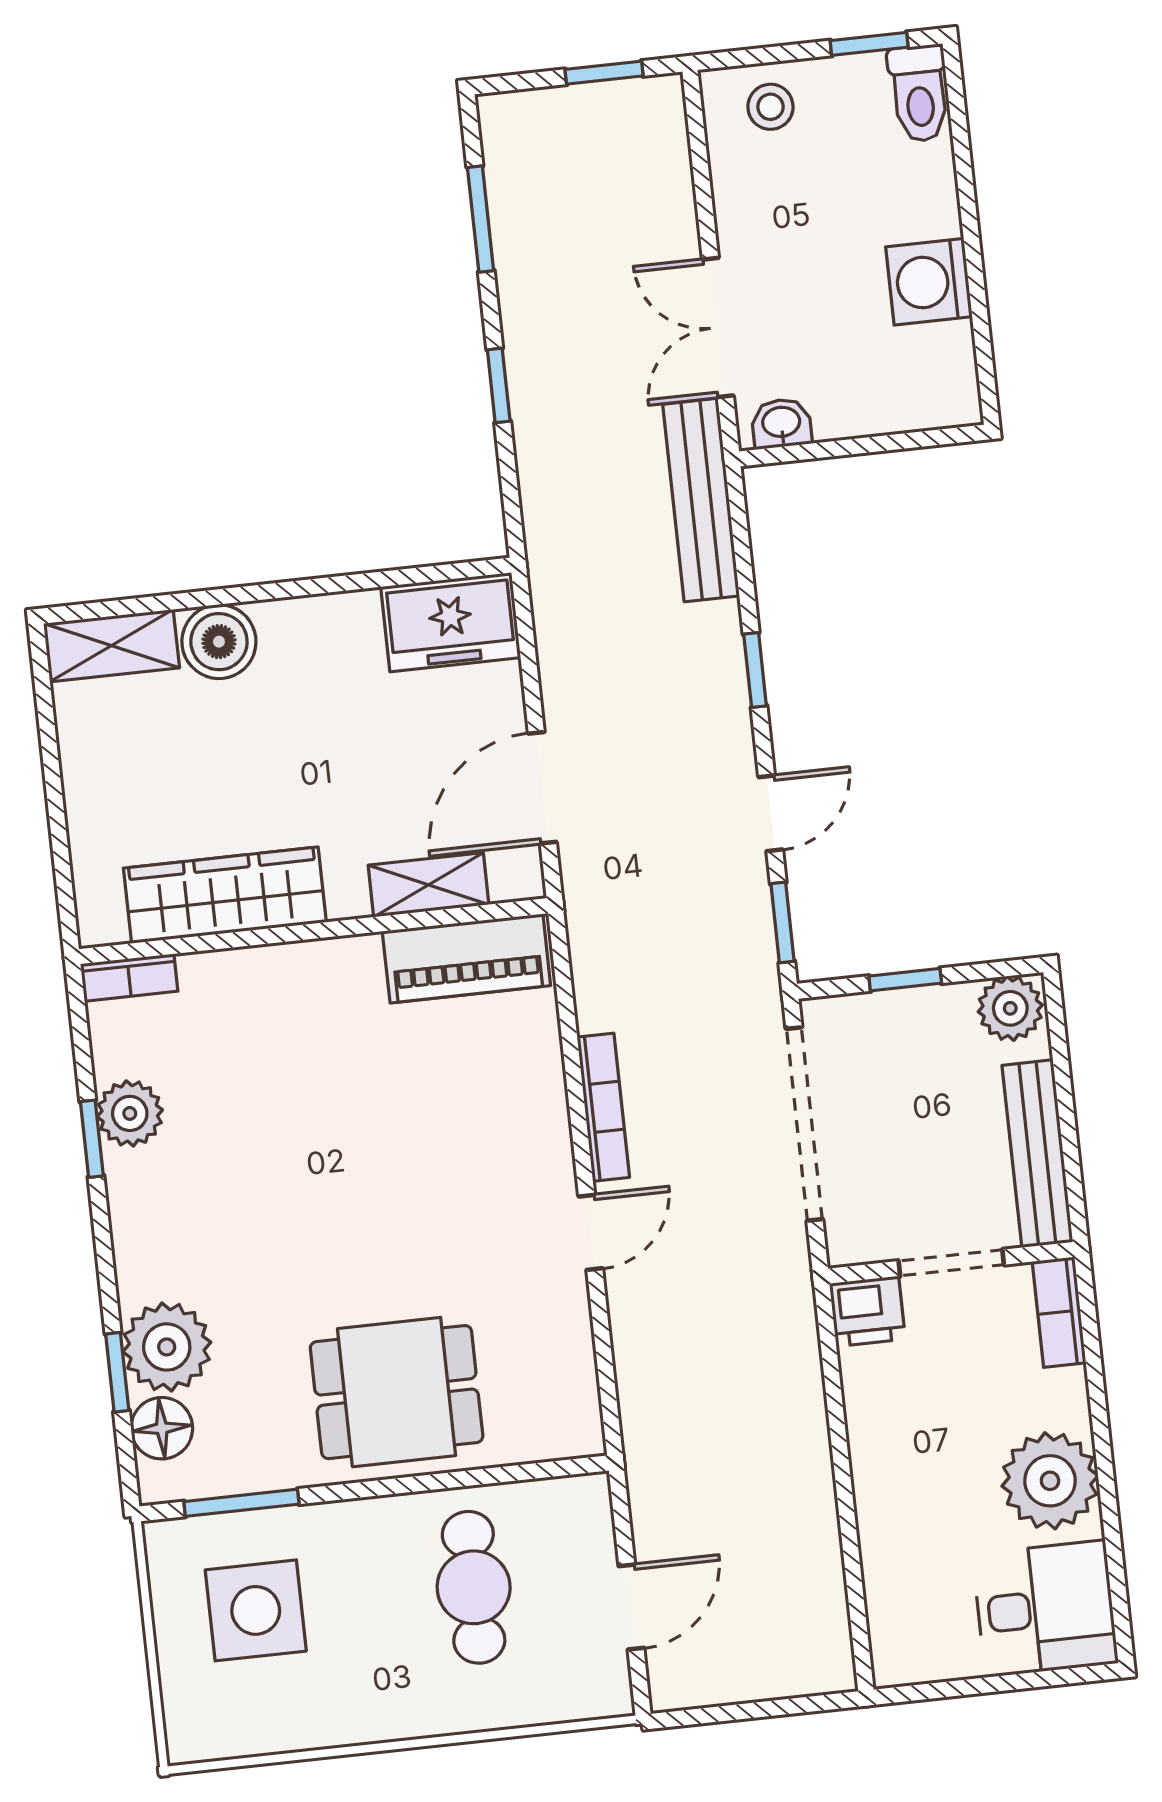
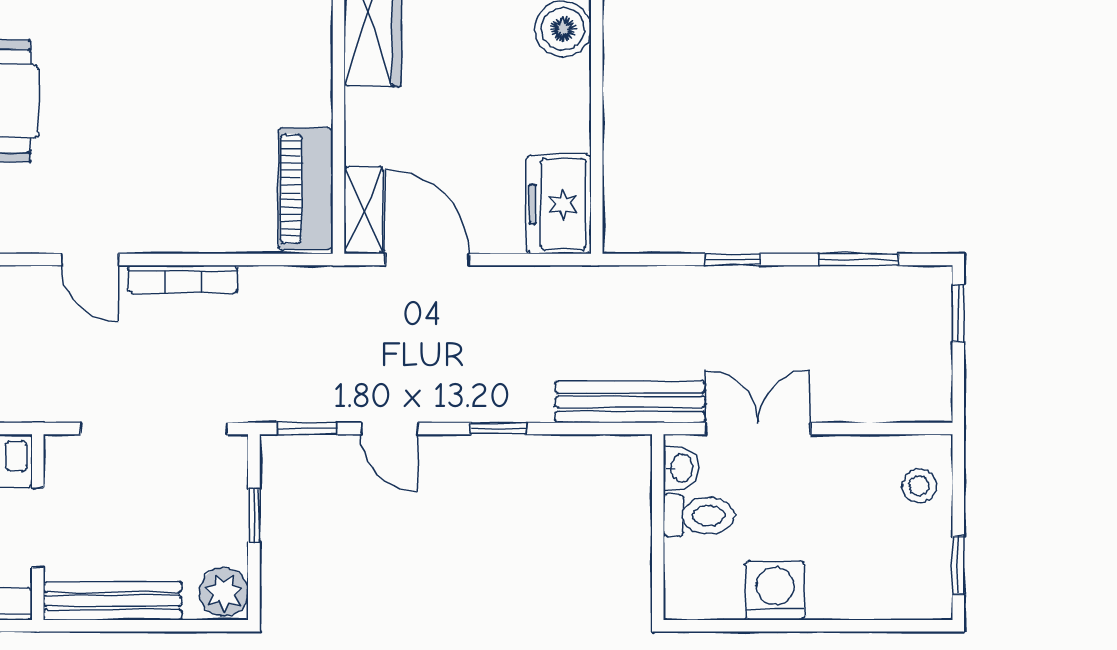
window: (604, 73) -> (958, 313), moved
toilet: (919, 93) -> (699, 515), moved, turned 180
shelving: (429, 885) -> (364, 210), moved

